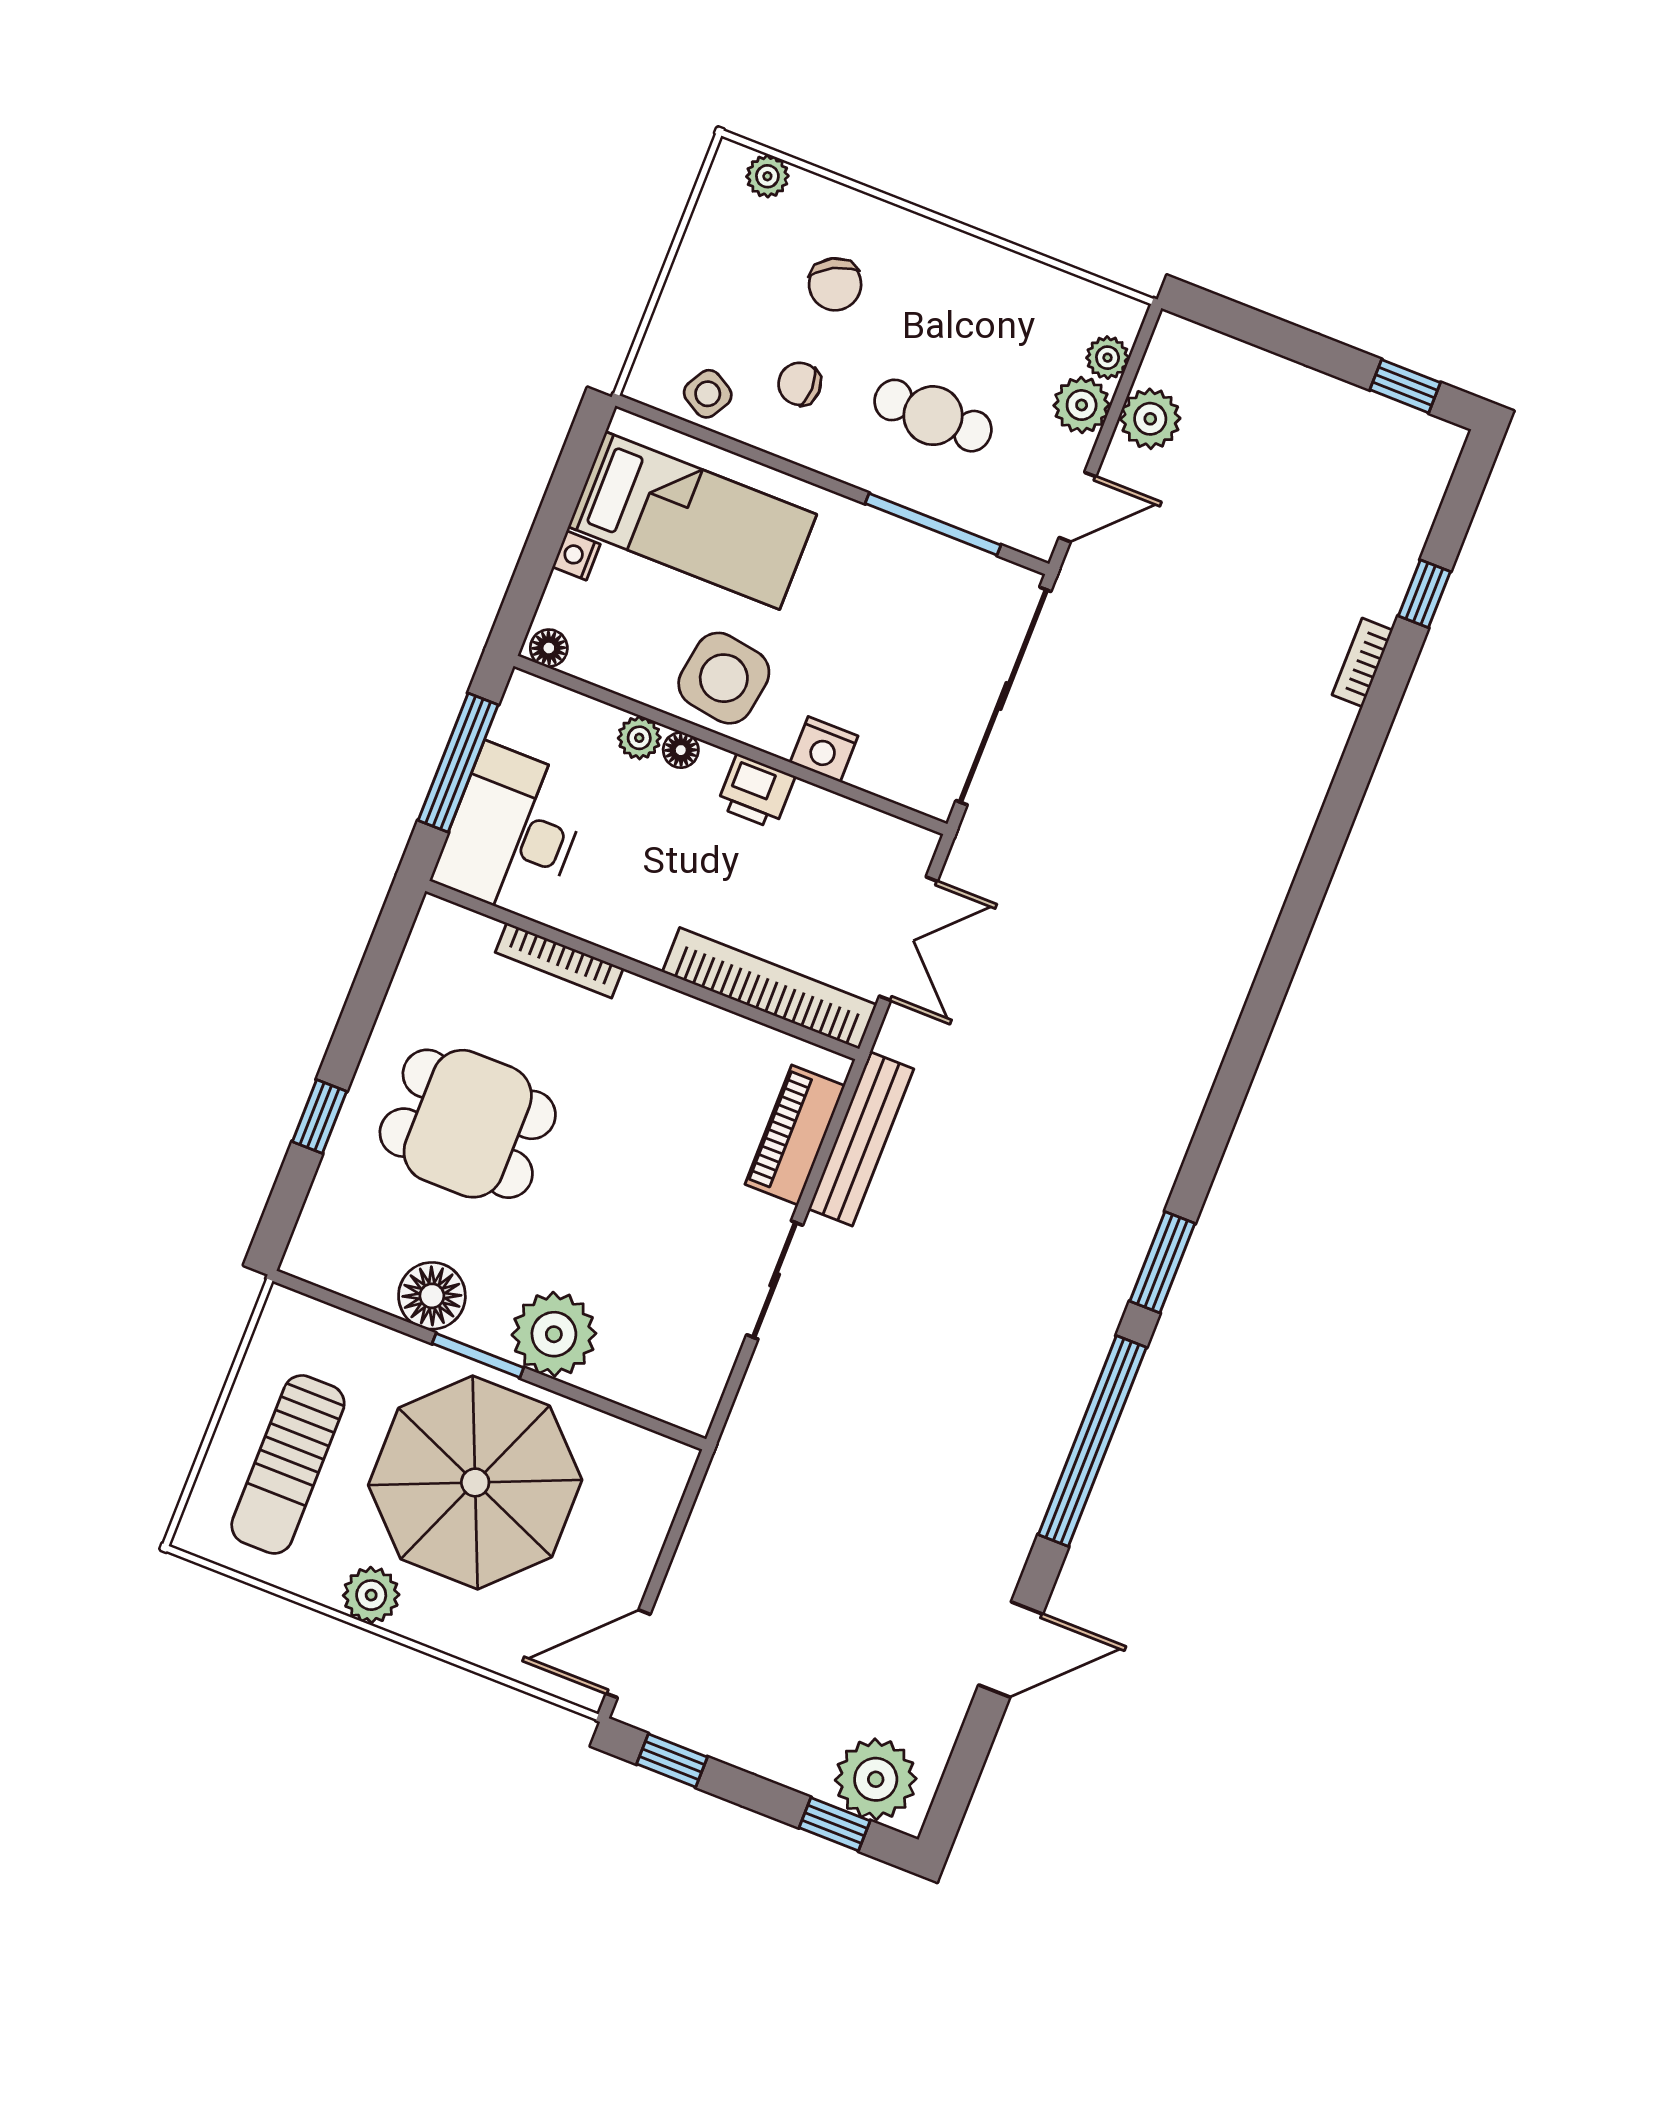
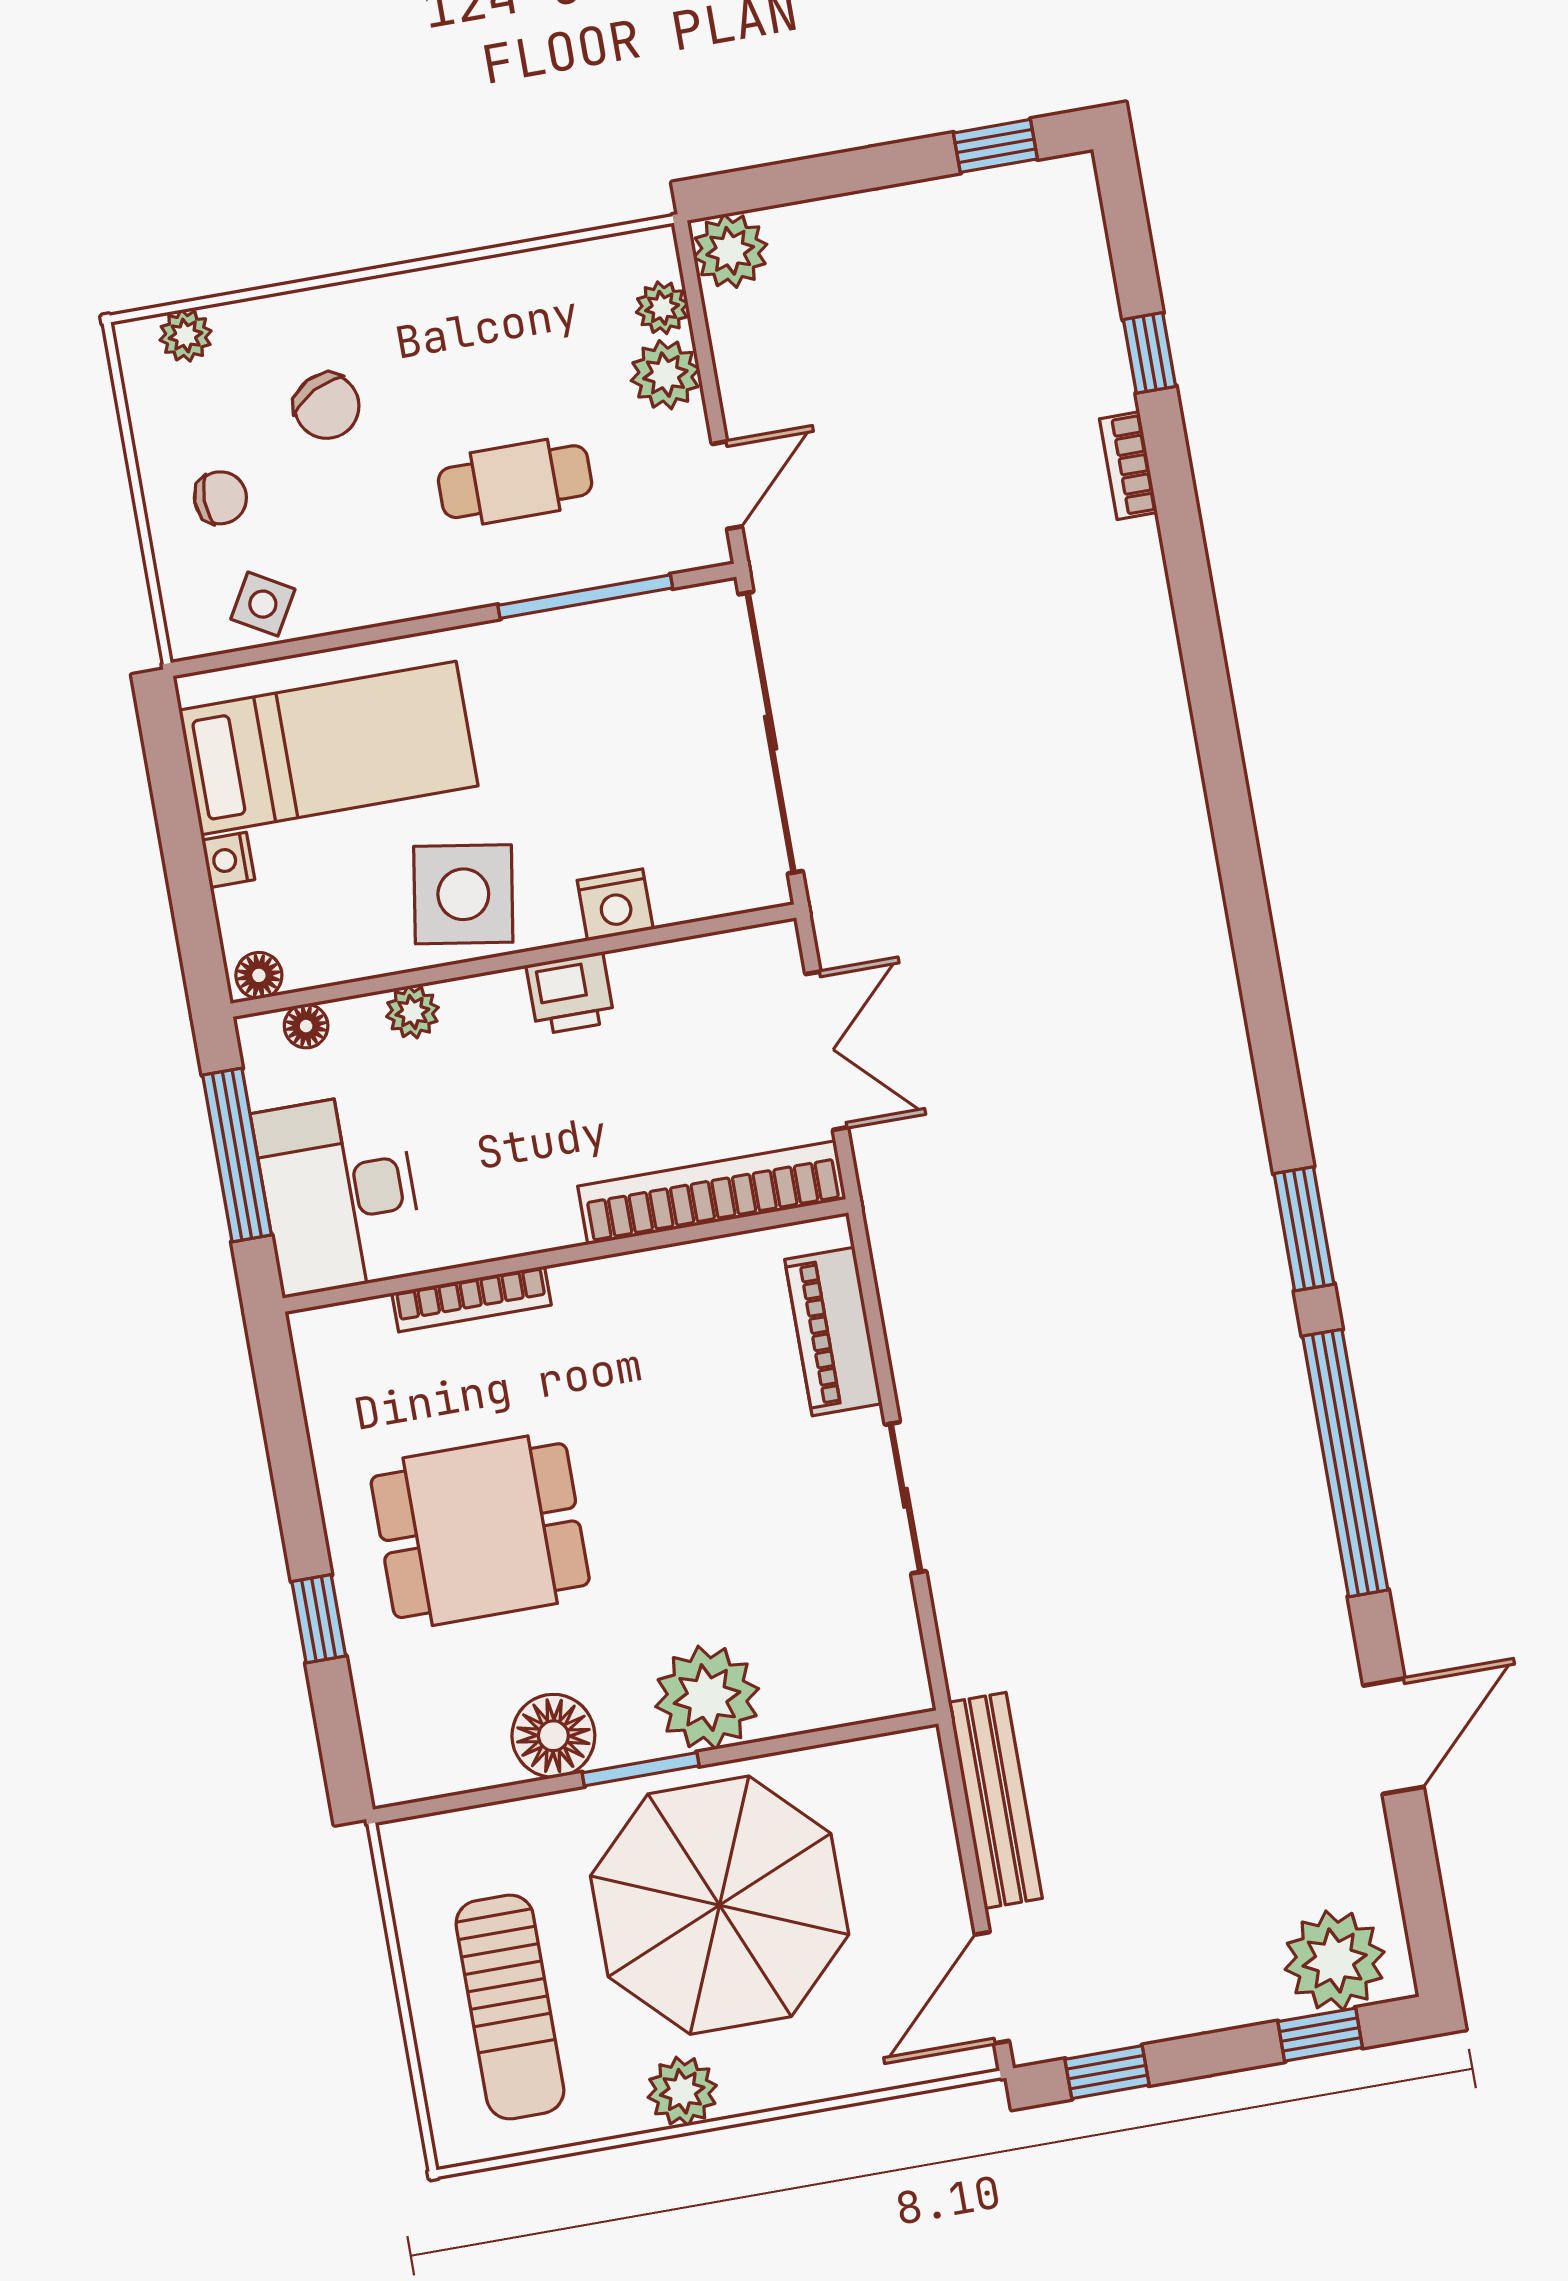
chair: (800, 384) -> (220, 498), moved, turned 180
plant: (1150, 419) -> (730, 251), moved
floor lamp: (681, 750) -> (306, 1026), moved
bench: (861, 1139) -> (995, 1800), moved

